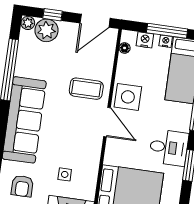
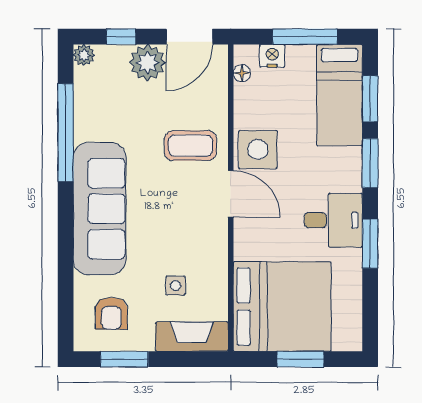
plant: (46, 30) -> (148, 63), moved
nightstand: (166, 41) -> (305, 53), removed

